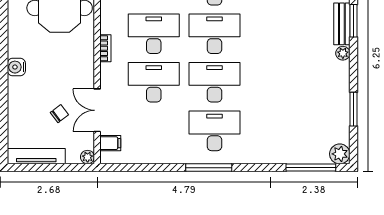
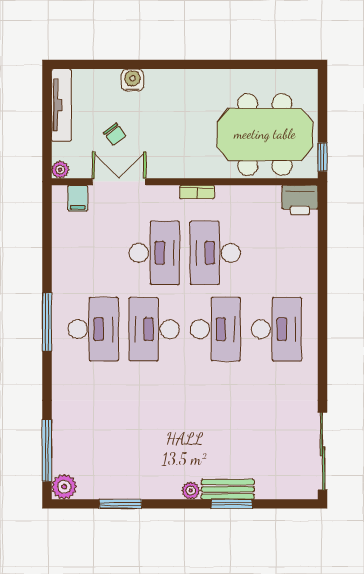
desk: (154, 34) -> (215, 253), turned 180
water cooler: (16, 67) -> (132, 80), moved
desk: (214, 82) -> (154, 329), turned 180

